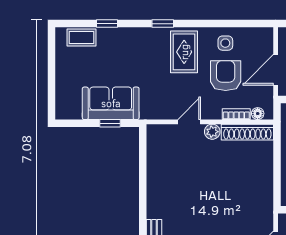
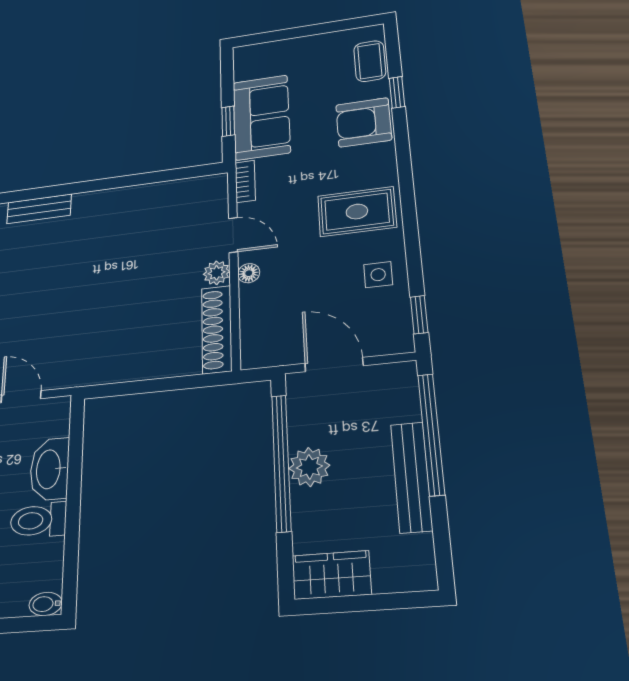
window: (163, 24) -> (419, 315), moved
armchair: (226, 76) -> (364, 122), moved, turned 180
bookcase: (236, 114) -> (245, 181), moved
floor lamp: (258, 114) -> (249, 273), moved

